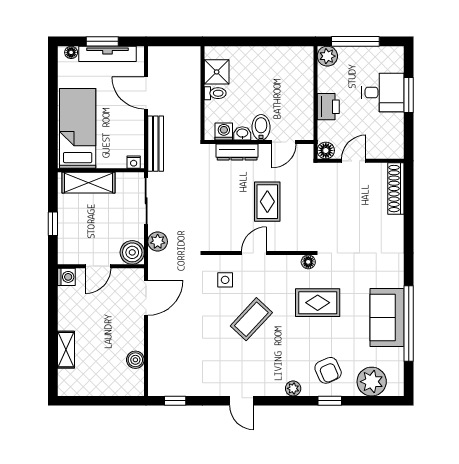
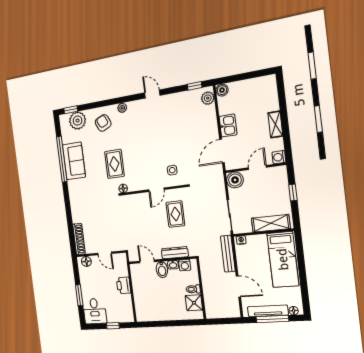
window: (102, 41) -> (272, 319), width x1.44
window: (355, 41) -> (113, 326), width x0.46
plant: (327, 56) -> (128, 316), removed
desk: (383, 92) -> (95, 311), moved, turned -90
door: (284, 142) -> (147, 261), hinge flipped
floor lamp: (326, 150) -> (86, 261), moved
door: (354, 161) -> (105, 253), hinge flipped
rug: (267, 202) -> (175, 214), moved
plant: (158, 242) -> (208, 98), moved
rug: (318, 303) -> (114, 164), turned 90
coffee table: (251, 319) -> (153, 147), removed
kitchen sink: (133, 334) -> (228, 126), added
shelving: (66, 350) -> (275, 124), moved
boiler: (135, 360) -> (222, 90), moved
window: (330, 401) -> (71, 110), moved

